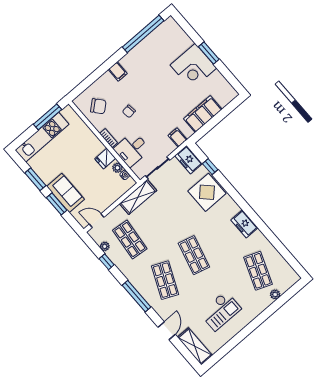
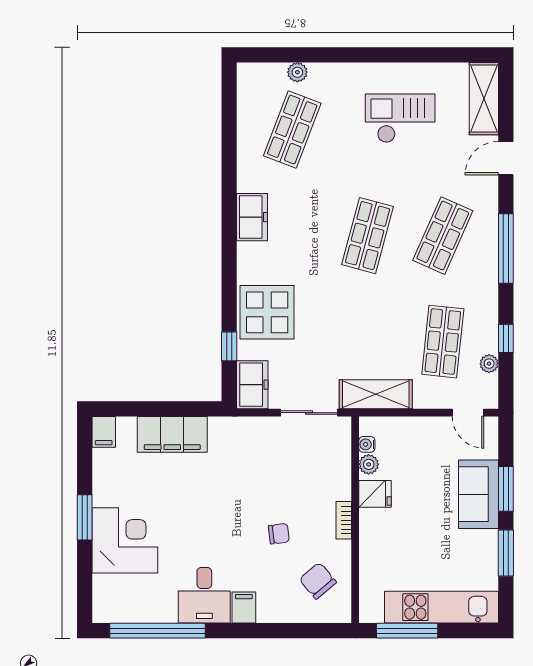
corner desk: (193, 66) -> (125, 540), moved
filing cabinet: (178, 138) -> (104, 432), moved
desk: (132, 149) -> (204, 595), moved, turned 90

